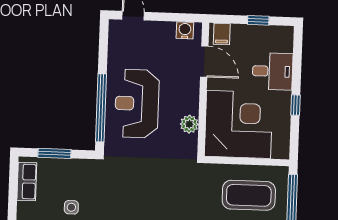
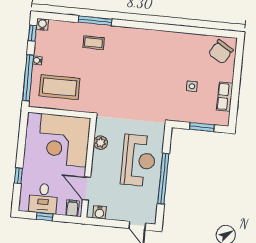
desk: (273, 71) -> (43, 198), moved, turned -90
window: (295, 105) -> (18, 176), moved
window: (101, 108) -> (163, 179), moved
row of seats: (27, 182) -> (225, 97), moved

